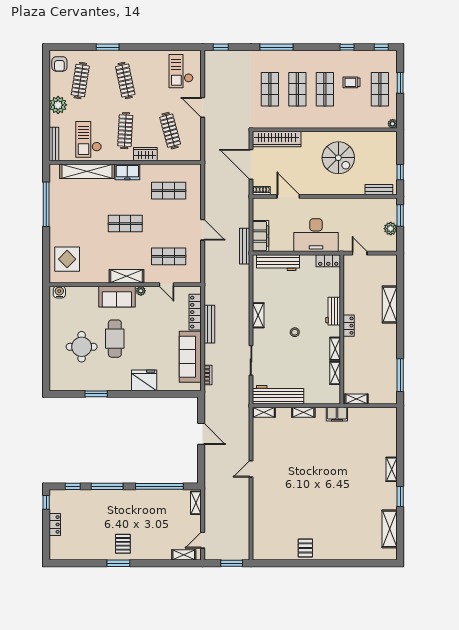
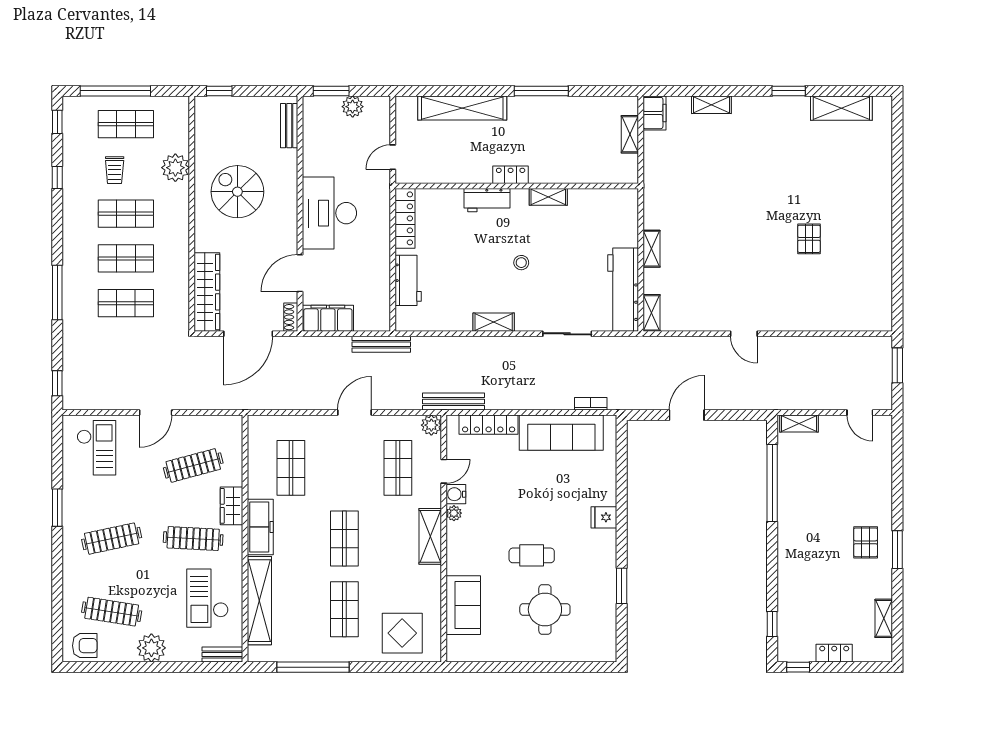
window: (108, 47) -> (57, 508), moved
checkout: (181, 71) -> (96, 448), turned -90
window: (400, 83) -> (115, 91), width x2.11
plant: (393, 124) -> (175, 168), moved, width x1.88, depth x1.88
checkout: (89, 139) -> (208, 598), turned 90
bench: (54, 144) -> (222, 654), width x0.73
spiral stairs: (338, 158) -> (237, 192), turned -90
freezer: (127, 172) -> (260, 527), width x1.40
window: (400, 172) -> (219, 91), moved
shop shelf: (82, 224) -> (344, 609), added
desk: (316, 235) -> (329, 213), moved, turned 180
filing cabinet: (261, 236) -> (328, 318), moved
locker: (328, 261) -> (405, 218), width x1.53
workbench: (278, 263) -> (408, 280), width x0.73
plant: (195, 277) -> (431, 425), added
water cooler: (59, 292) -> (456, 494), moved
sofa: (117, 297) -> (463, 605), moved
shelving: (390, 305) -> (462, 108), width x1.47
bench: (209, 324) -> (454, 402), moved
cafe table: (115, 339) -> (532, 555), width x0.73, depth x0.74
shelving: (335, 373) -> (588, 197), removed
window: (400, 375) -> (541, 91), moved
fridge: (144, 380) -> (604, 517), width x0.53, depth x0.75
shelving: (356, 399) -> (630, 134), moved
filing cabinet: (337, 414) -> (655, 113), moved
shelving: (392, 469) -> (711, 105), moved
window: (107, 486) -> (772, 568), removed
pallet: (123, 544) -> (866, 542), turned 90
pallet: (305, 548) -> (809, 239), moved, turned 90
shelving: (184, 555) -> (884, 618), moved

